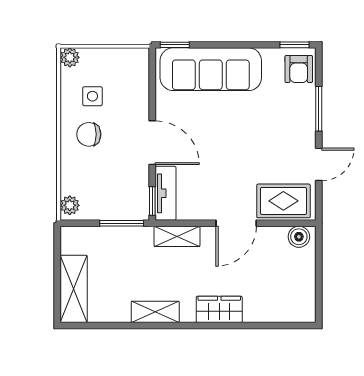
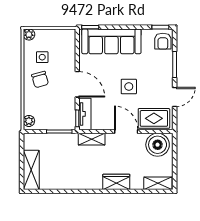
chair: (89, 134) -> (40, 79), turned -106
side table: (241, 146) -> (129, 87), added
door: (236, 223) -> (126, 131), swing flipped
boiler: (299, 237) -> (158, 145), width x1.86, depth x1.86
shelving: (155, 312) -> (158, 183), moved

